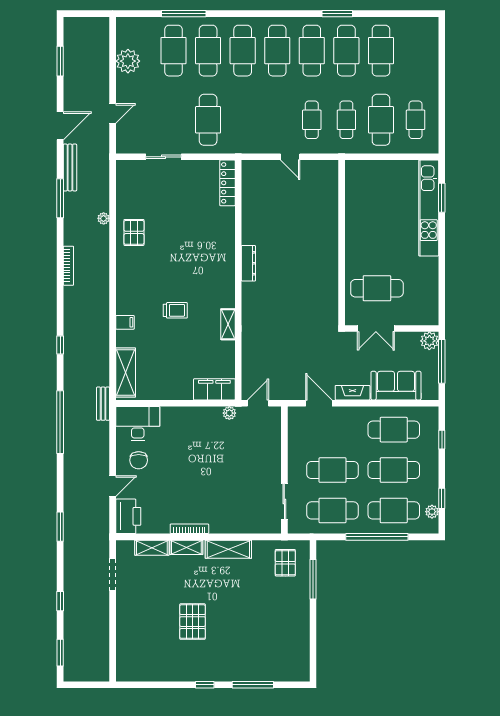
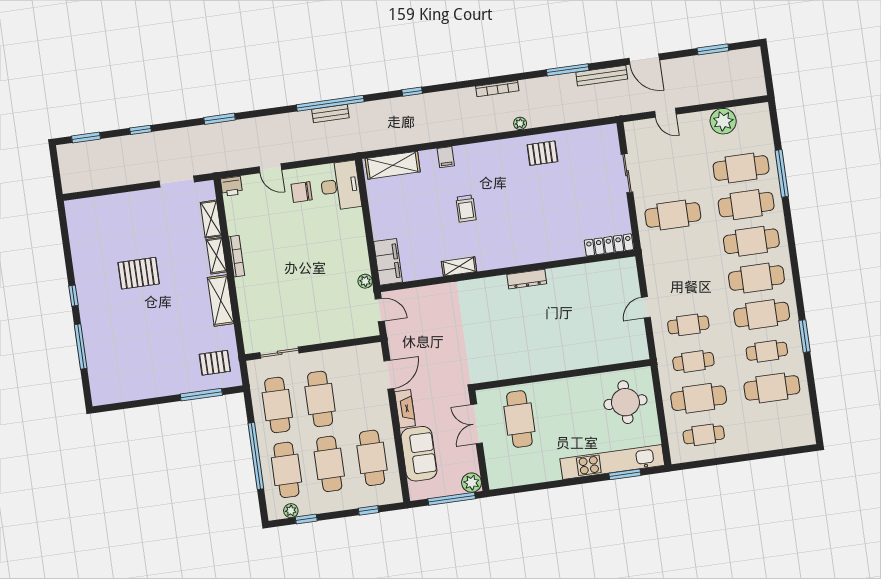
cafe table: (346, 51) -> (767, 351), width x0.73, depth x0.74
round table: (375, 188) -> (625, 402), added
plant: (104, 218) -> (520, 123), moved
bench: (103, 404) -> (330, 114), moved
printer: (128, 516) -> (231, 186), width x0.53, depth x0.68

